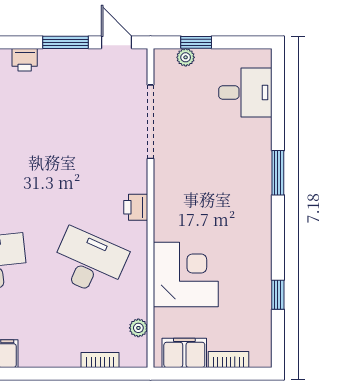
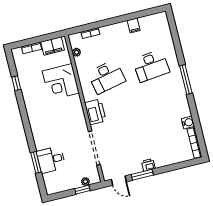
printer: (25, 60) -> (148, 165), moved
desk: (245, 93) -> (51, 160), moved
window: (278, 173) -> (36, 162), moved
printer: (136, 207) -> (95, 112), width x1.87, depth x1.48
desk: (89, 262) -> (107, 77), turned -36

